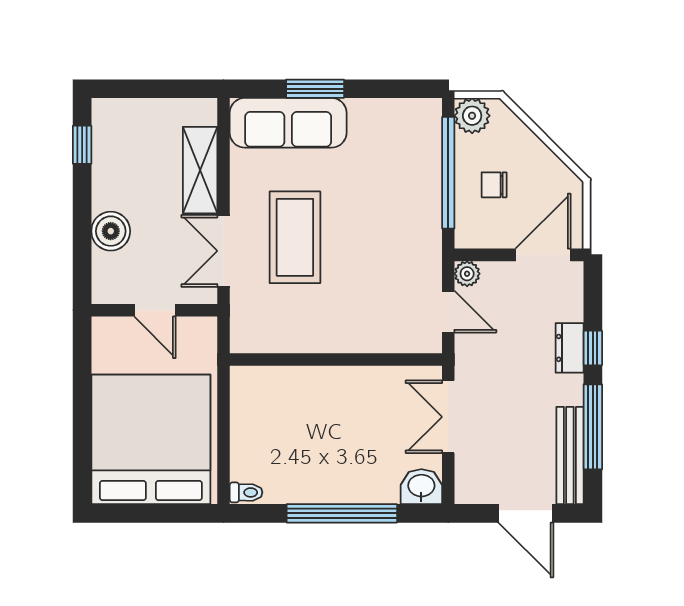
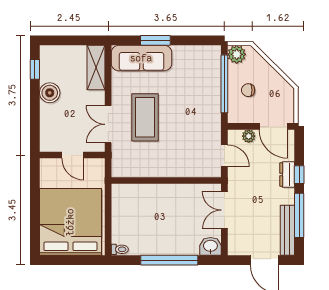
shelving: (200, 170) -> (96, 68), moved
boiler: (111, 231) -> (50, 93), moved
door: (543, 255) -> (273, 126), swing flipped
plant: (467, 274) -> (249, 136), moved

